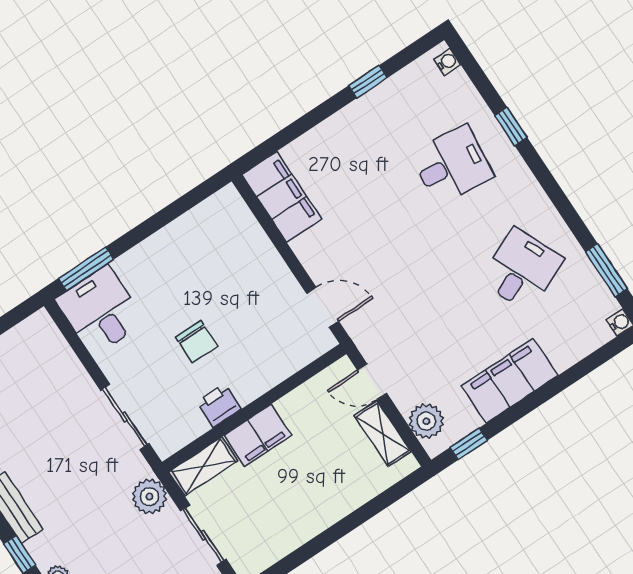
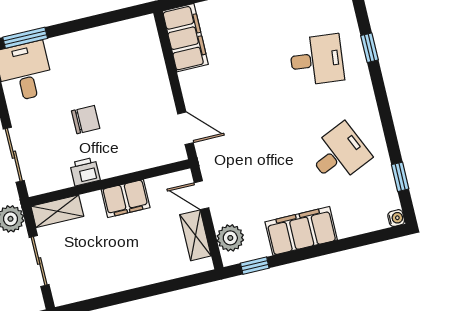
window: (606, 270) -> (400, 177), width x0.67
chair: (197, 342) -> (86, 120), turned -90
filing cabinet: (258, 435) -> (126, 198), moved

